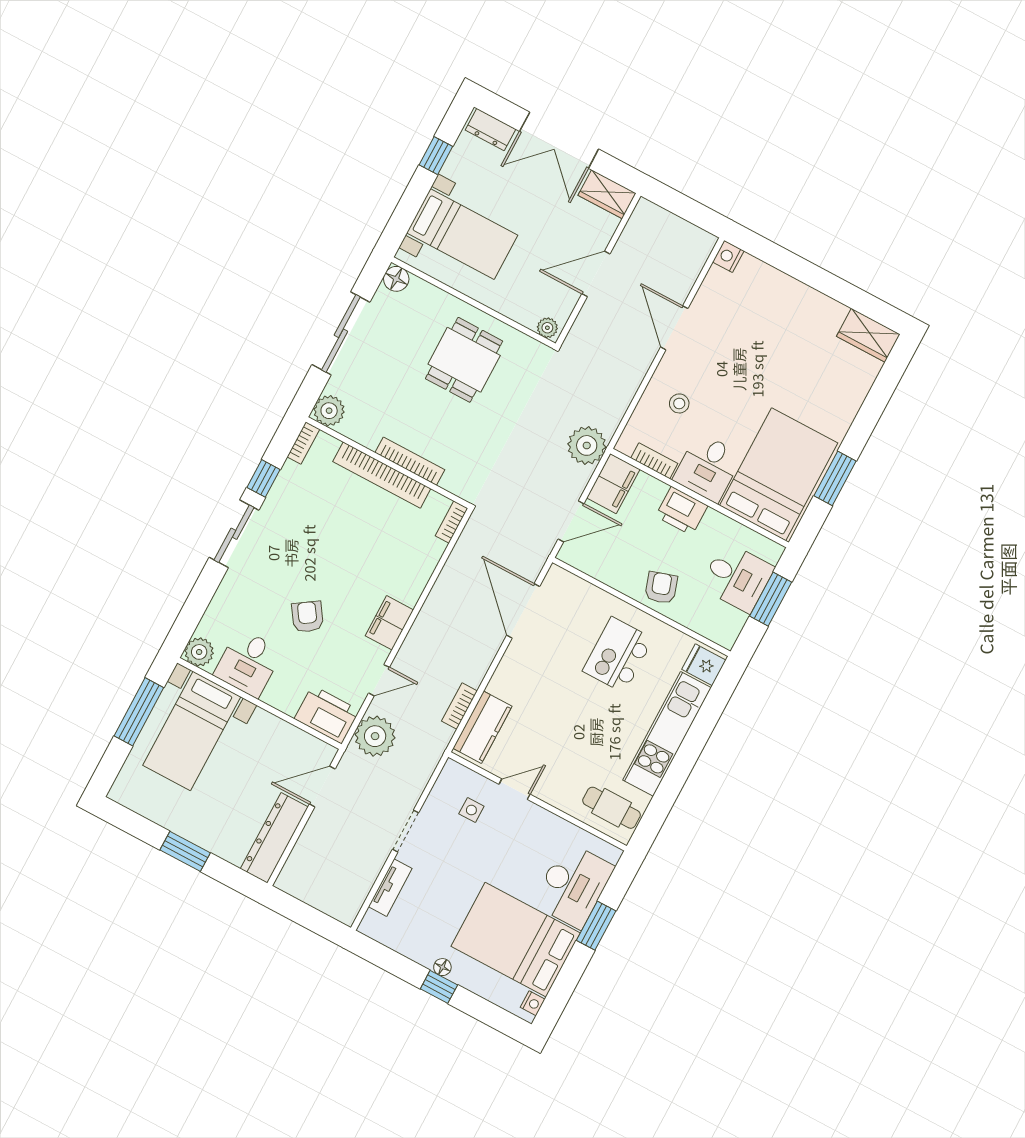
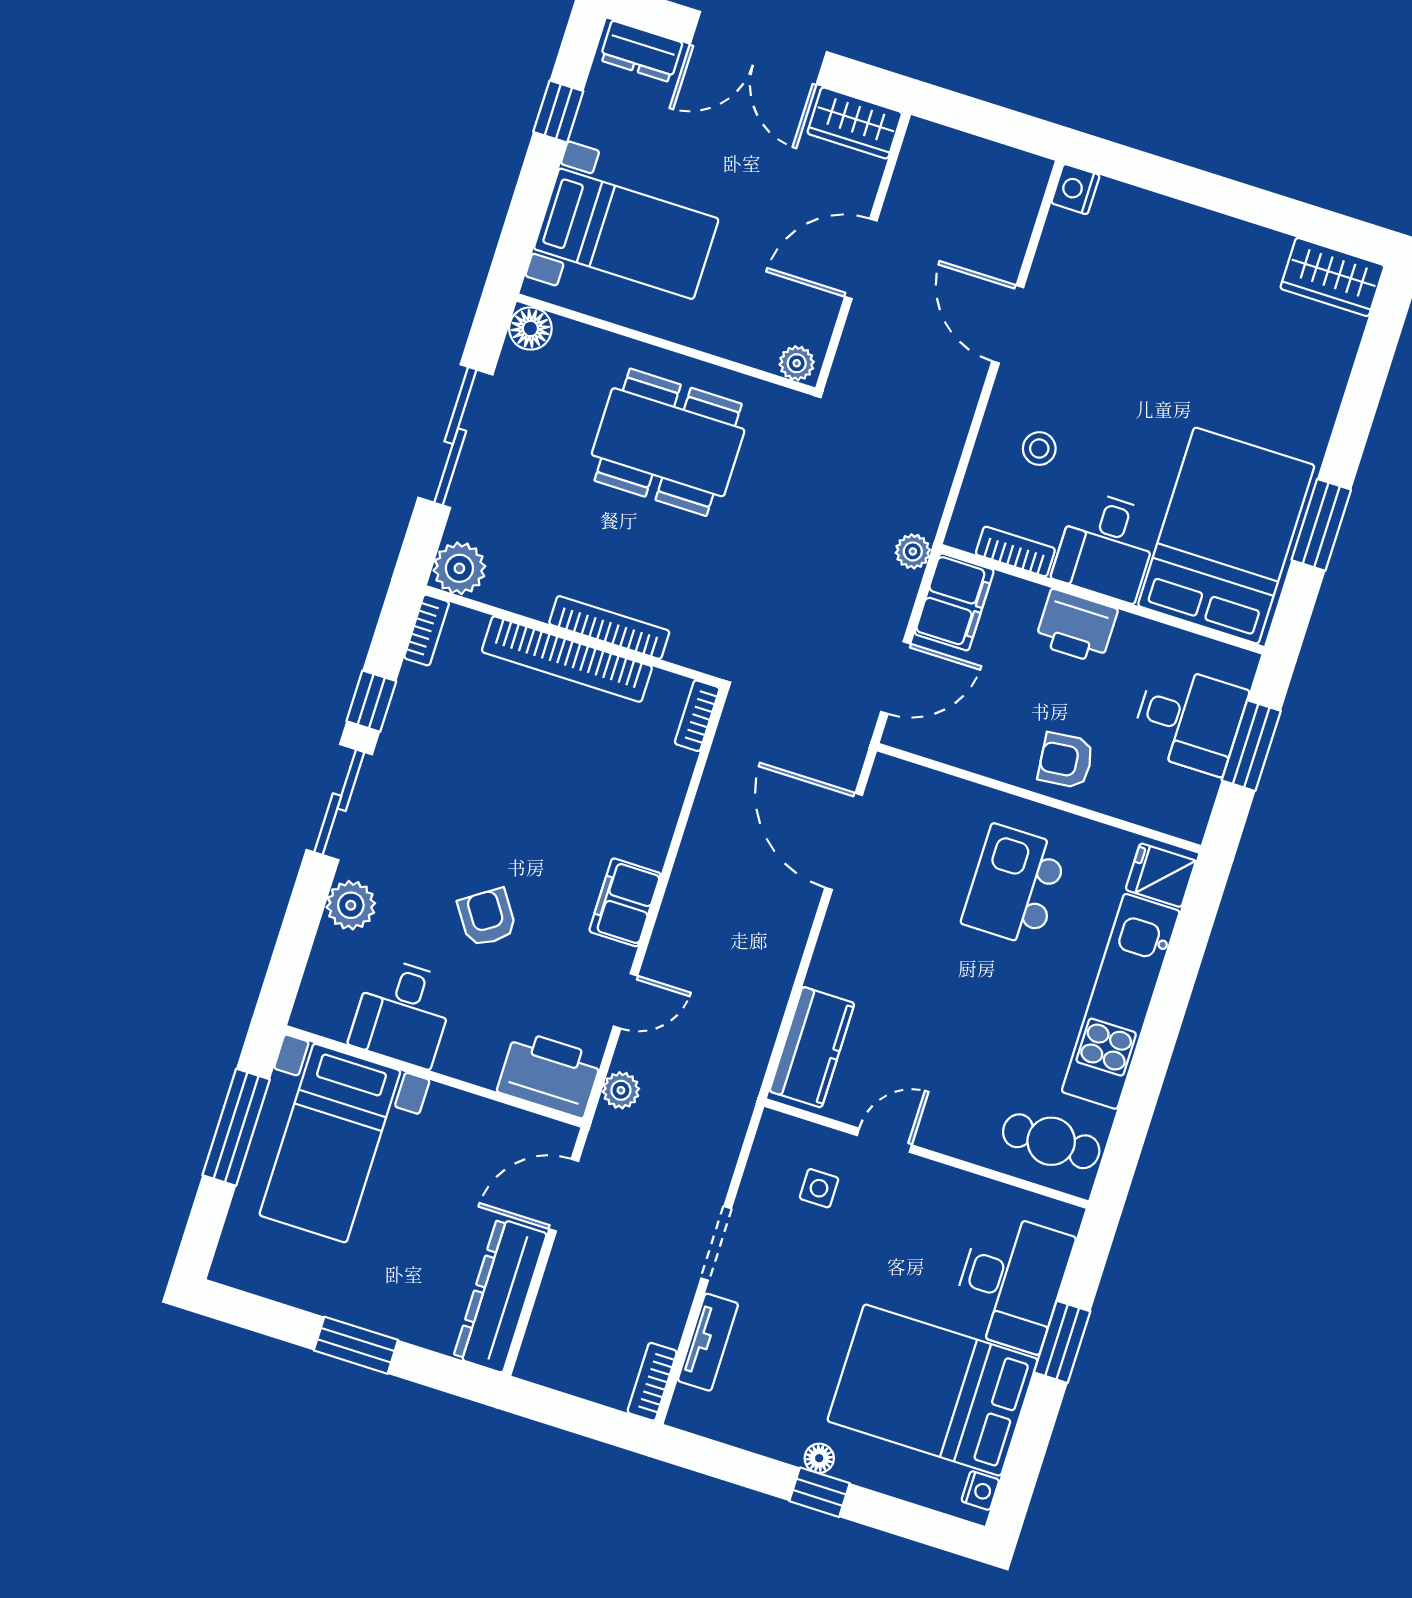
dining table: (464, 360) -> (668, 442), width x1.38
plant: (587, 445) -> (913, 551), width x0.53, depth x0.53
armchair: (661, 588) -> (1066, 760), turned -78
plant: (199, 652) -> (351, 905), moved
bookcase: (459, 706) -> (652, 1382), moved
plant: (375, 736) -> (621, 1090), width x0.53, depth x0.53

